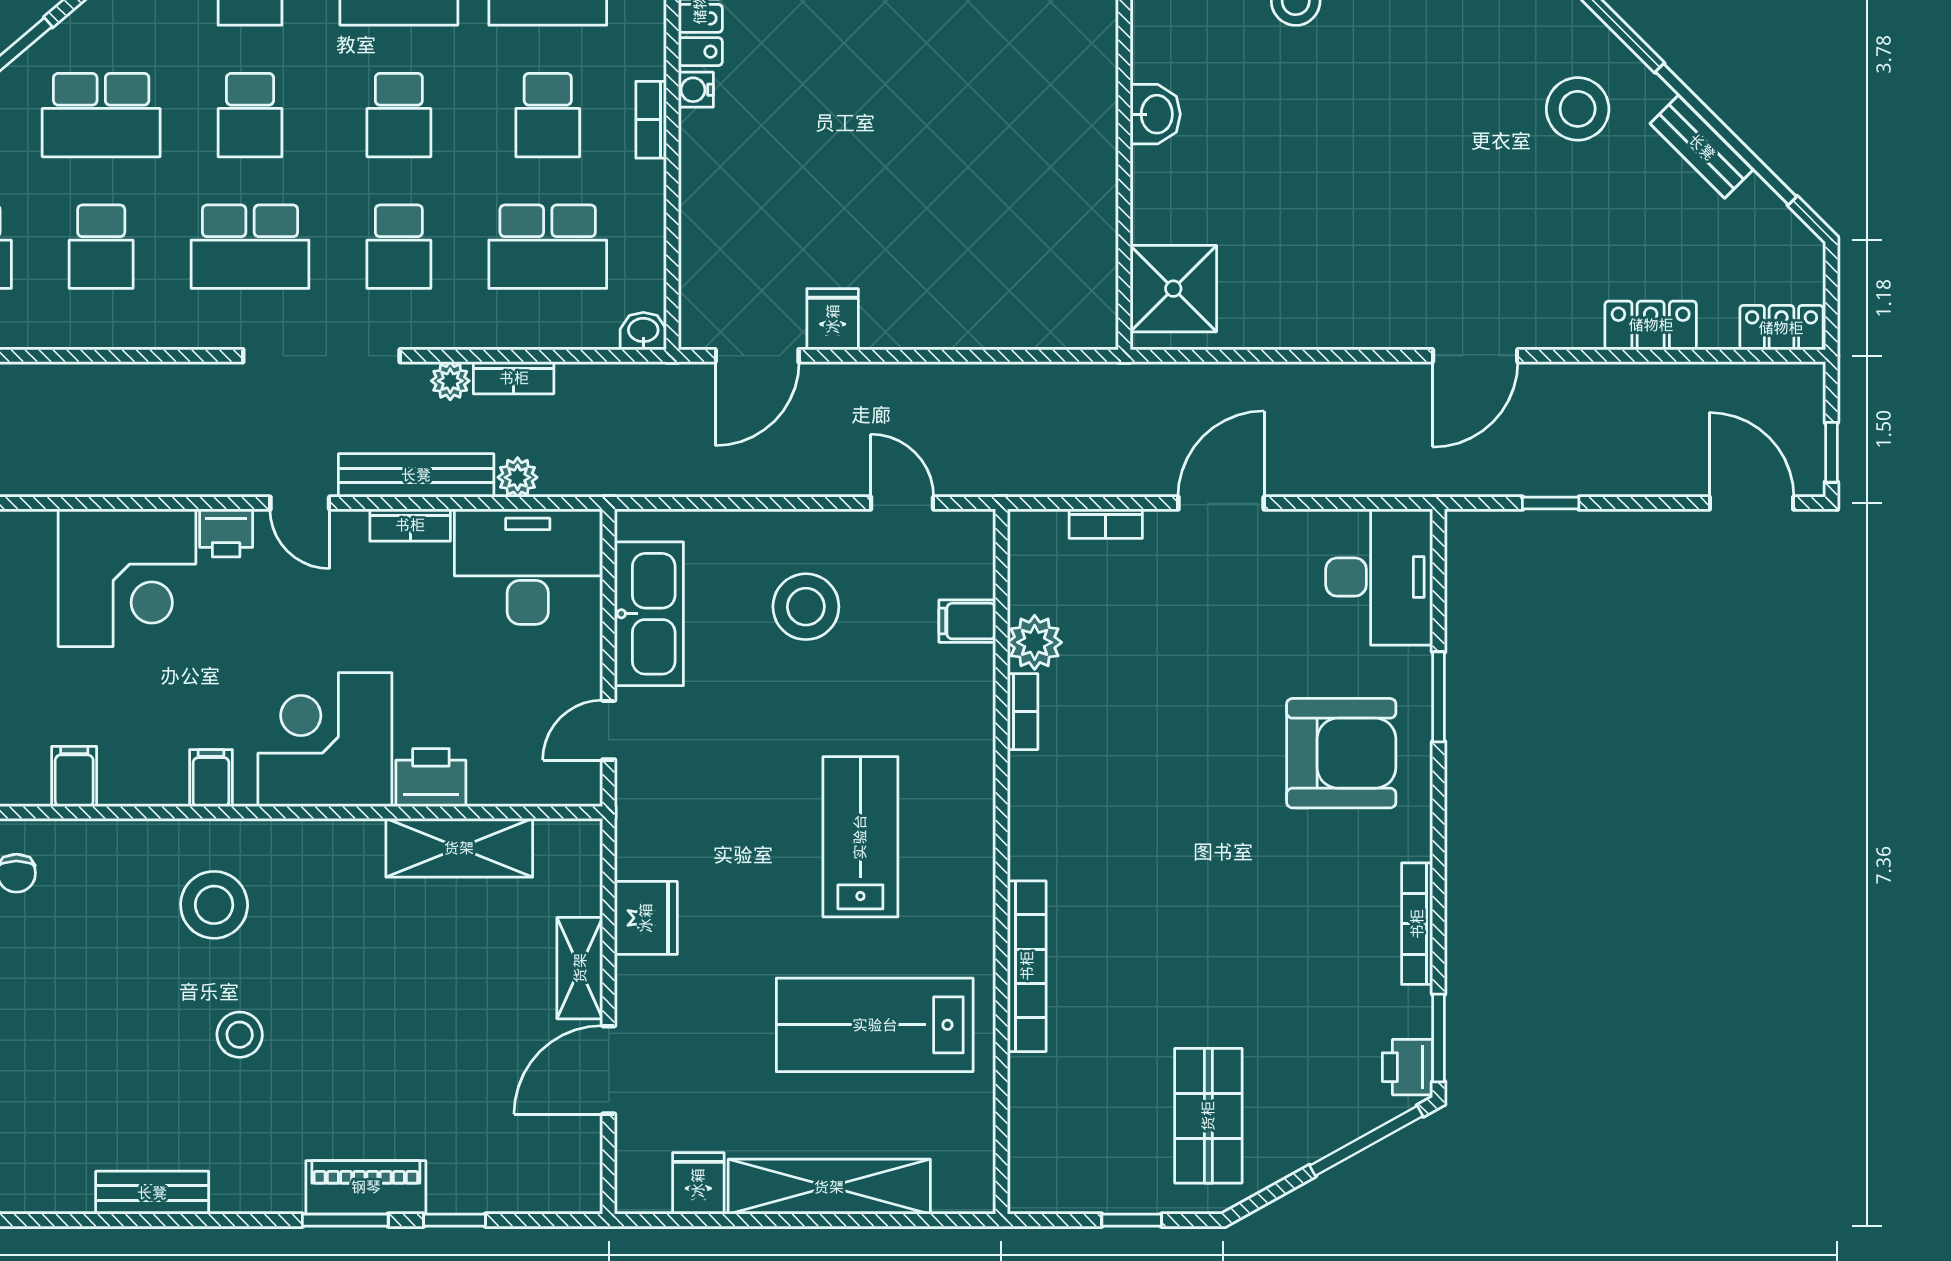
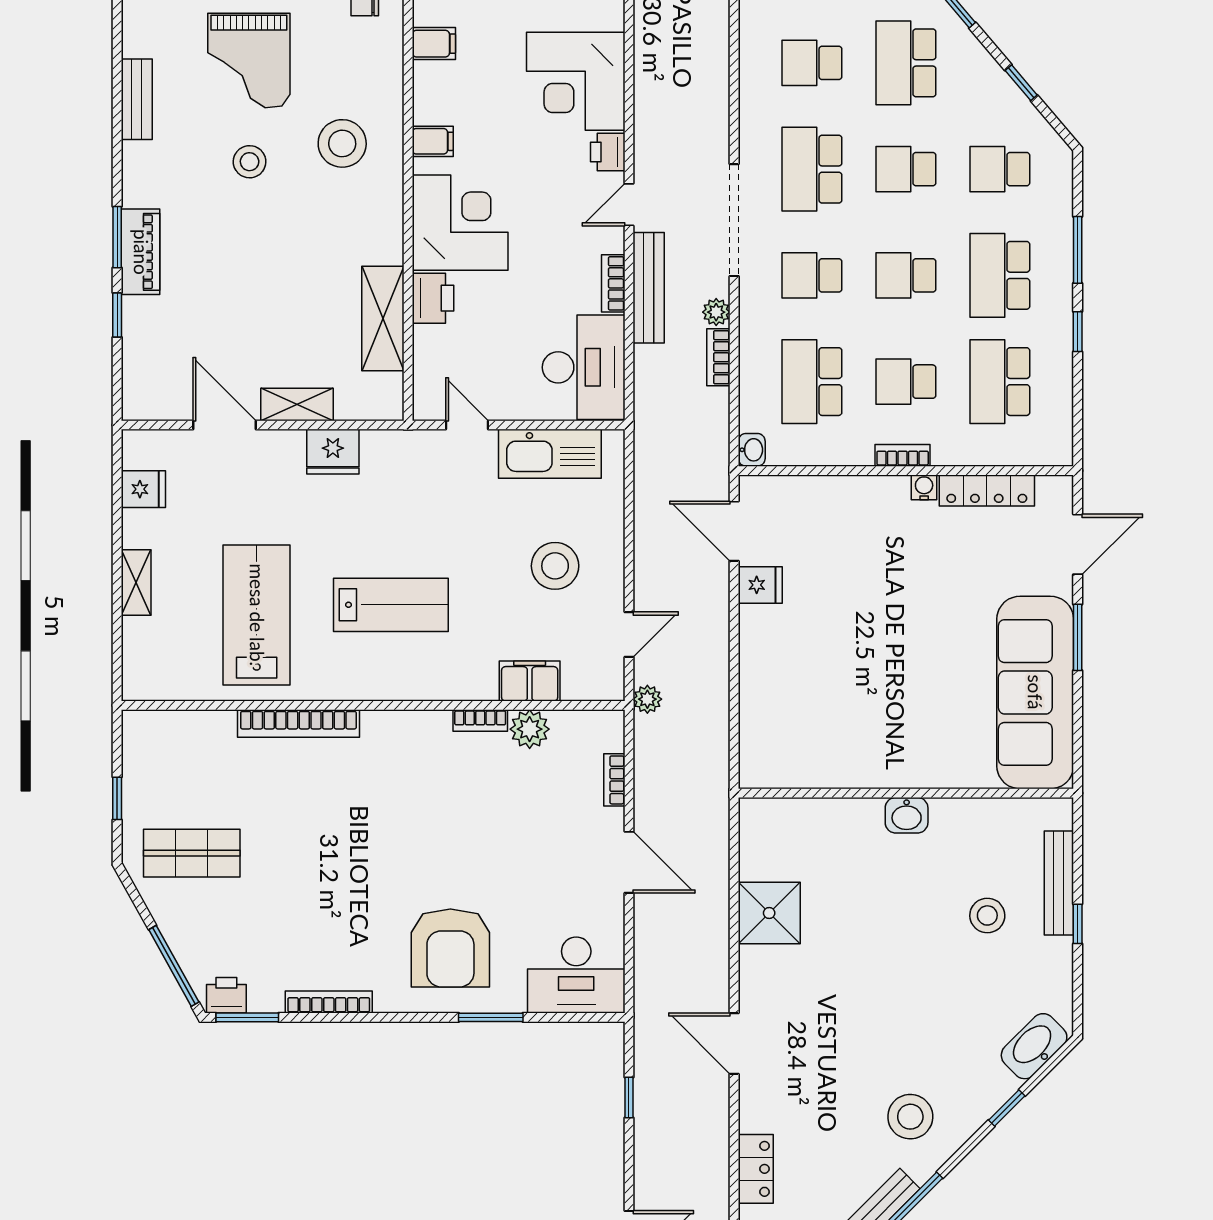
shower: (1173, 289) -> (769, 913), moved
plant: (518, 477) -> (647, 699), moved
filing cabinet: (967, 621) -> (530, 681), width x2.00
grand piano: (98, 1036) -> (249, 61), added
shelving: (829, 1187) -> (136, 583), width x0.45, depth x0.75

